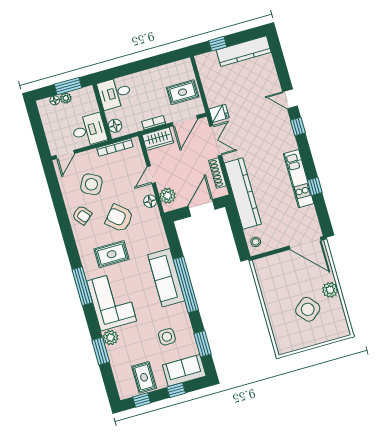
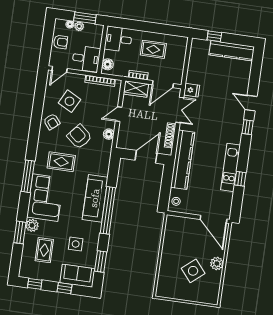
rug: (183, 92) -> (153, 49), moved
armchair: (53, 124) -> (61, 42), added
plant: (168, 196) -> (124, 136), removed
rug: (144, 377) -> (44, 250), moved

